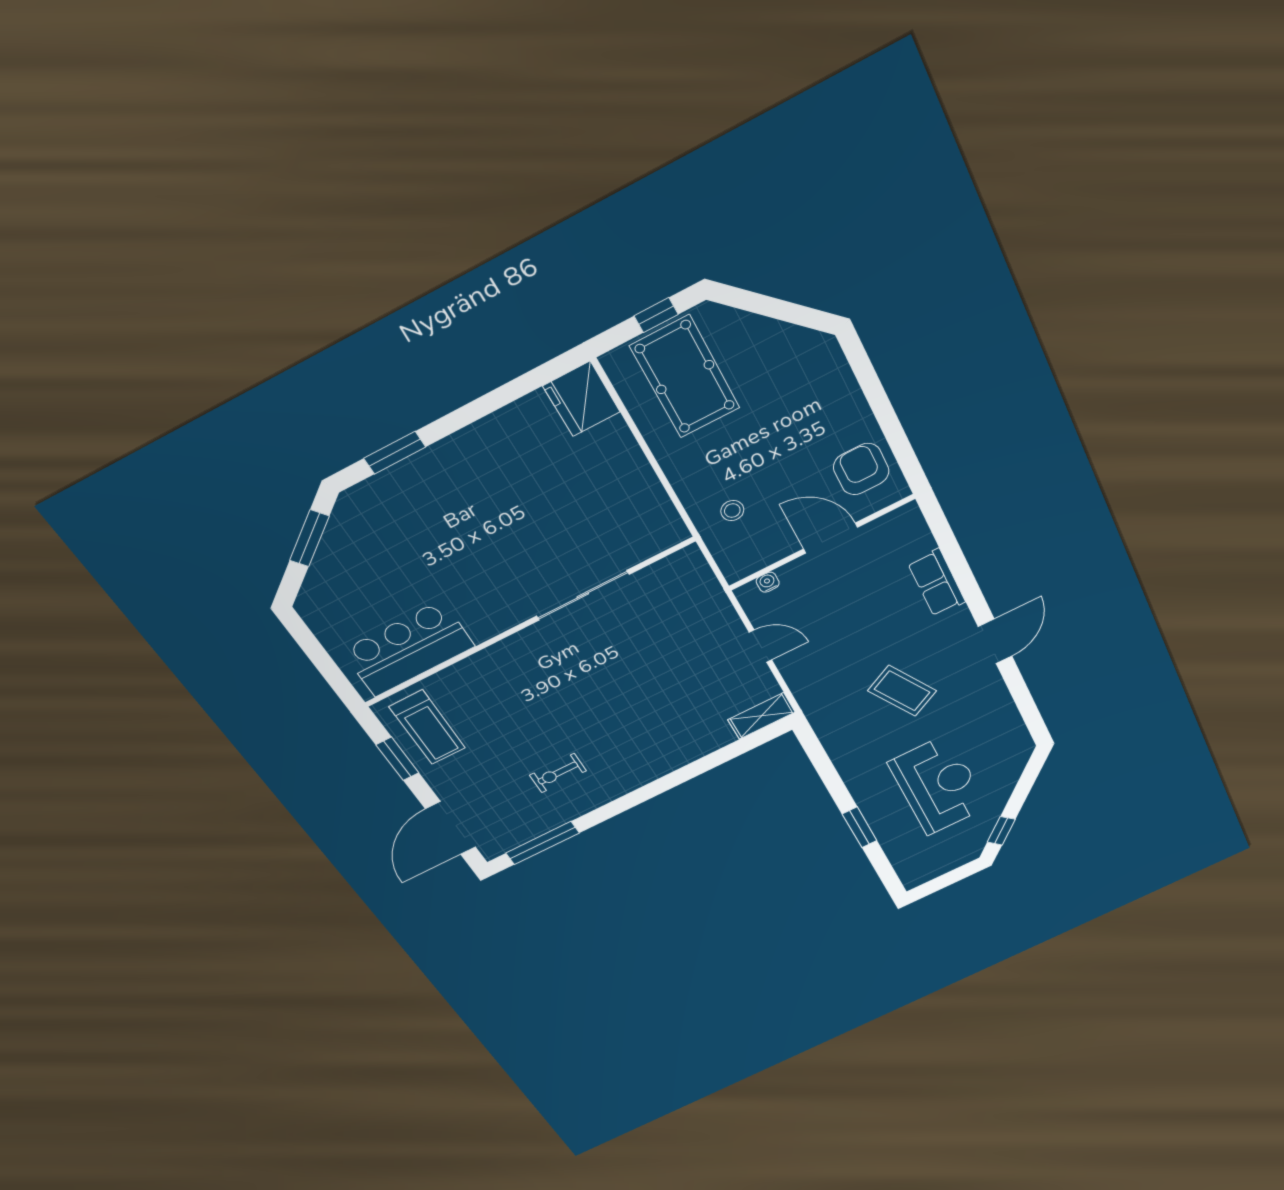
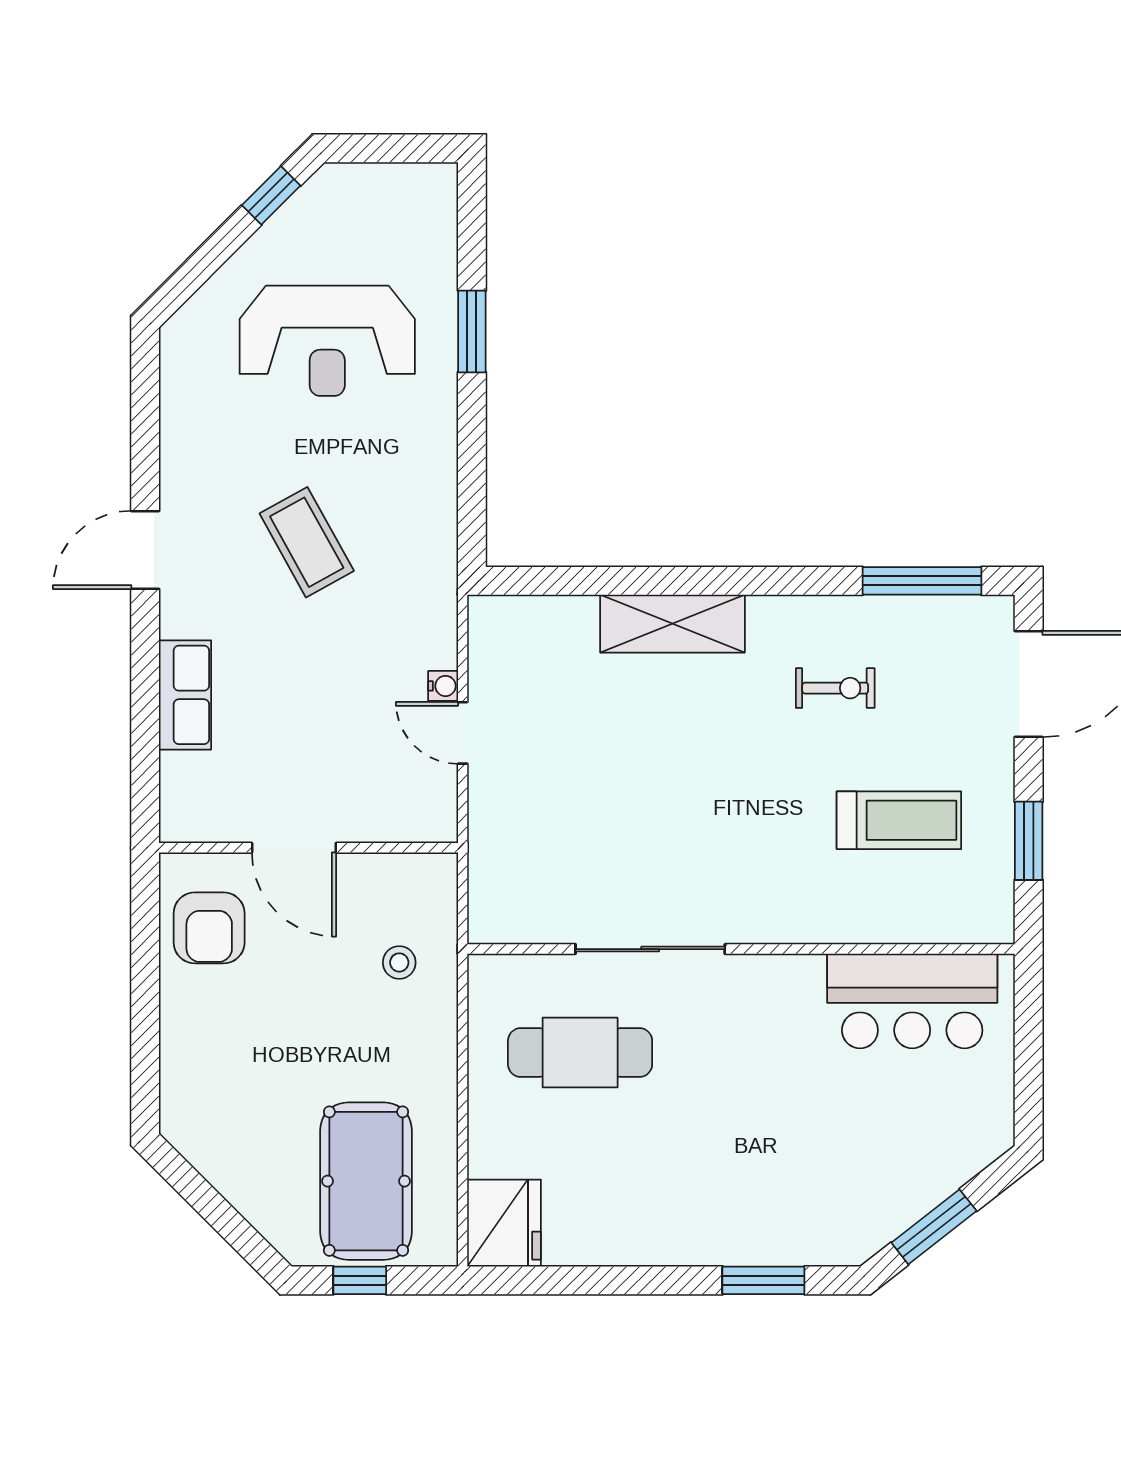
cafe table: (592, 519) -> (580, 1053), added
water cooler: (768, 582) -> (443, 686), moved, turned -90
shelving: (761, 716) -> (672, 624), moved, width x1.50, depth x1.33
treadmill: (427, 727) -> (899, 820), moved, turned 90
reception desk: (938, 785) -> (327, 341), turned -90

